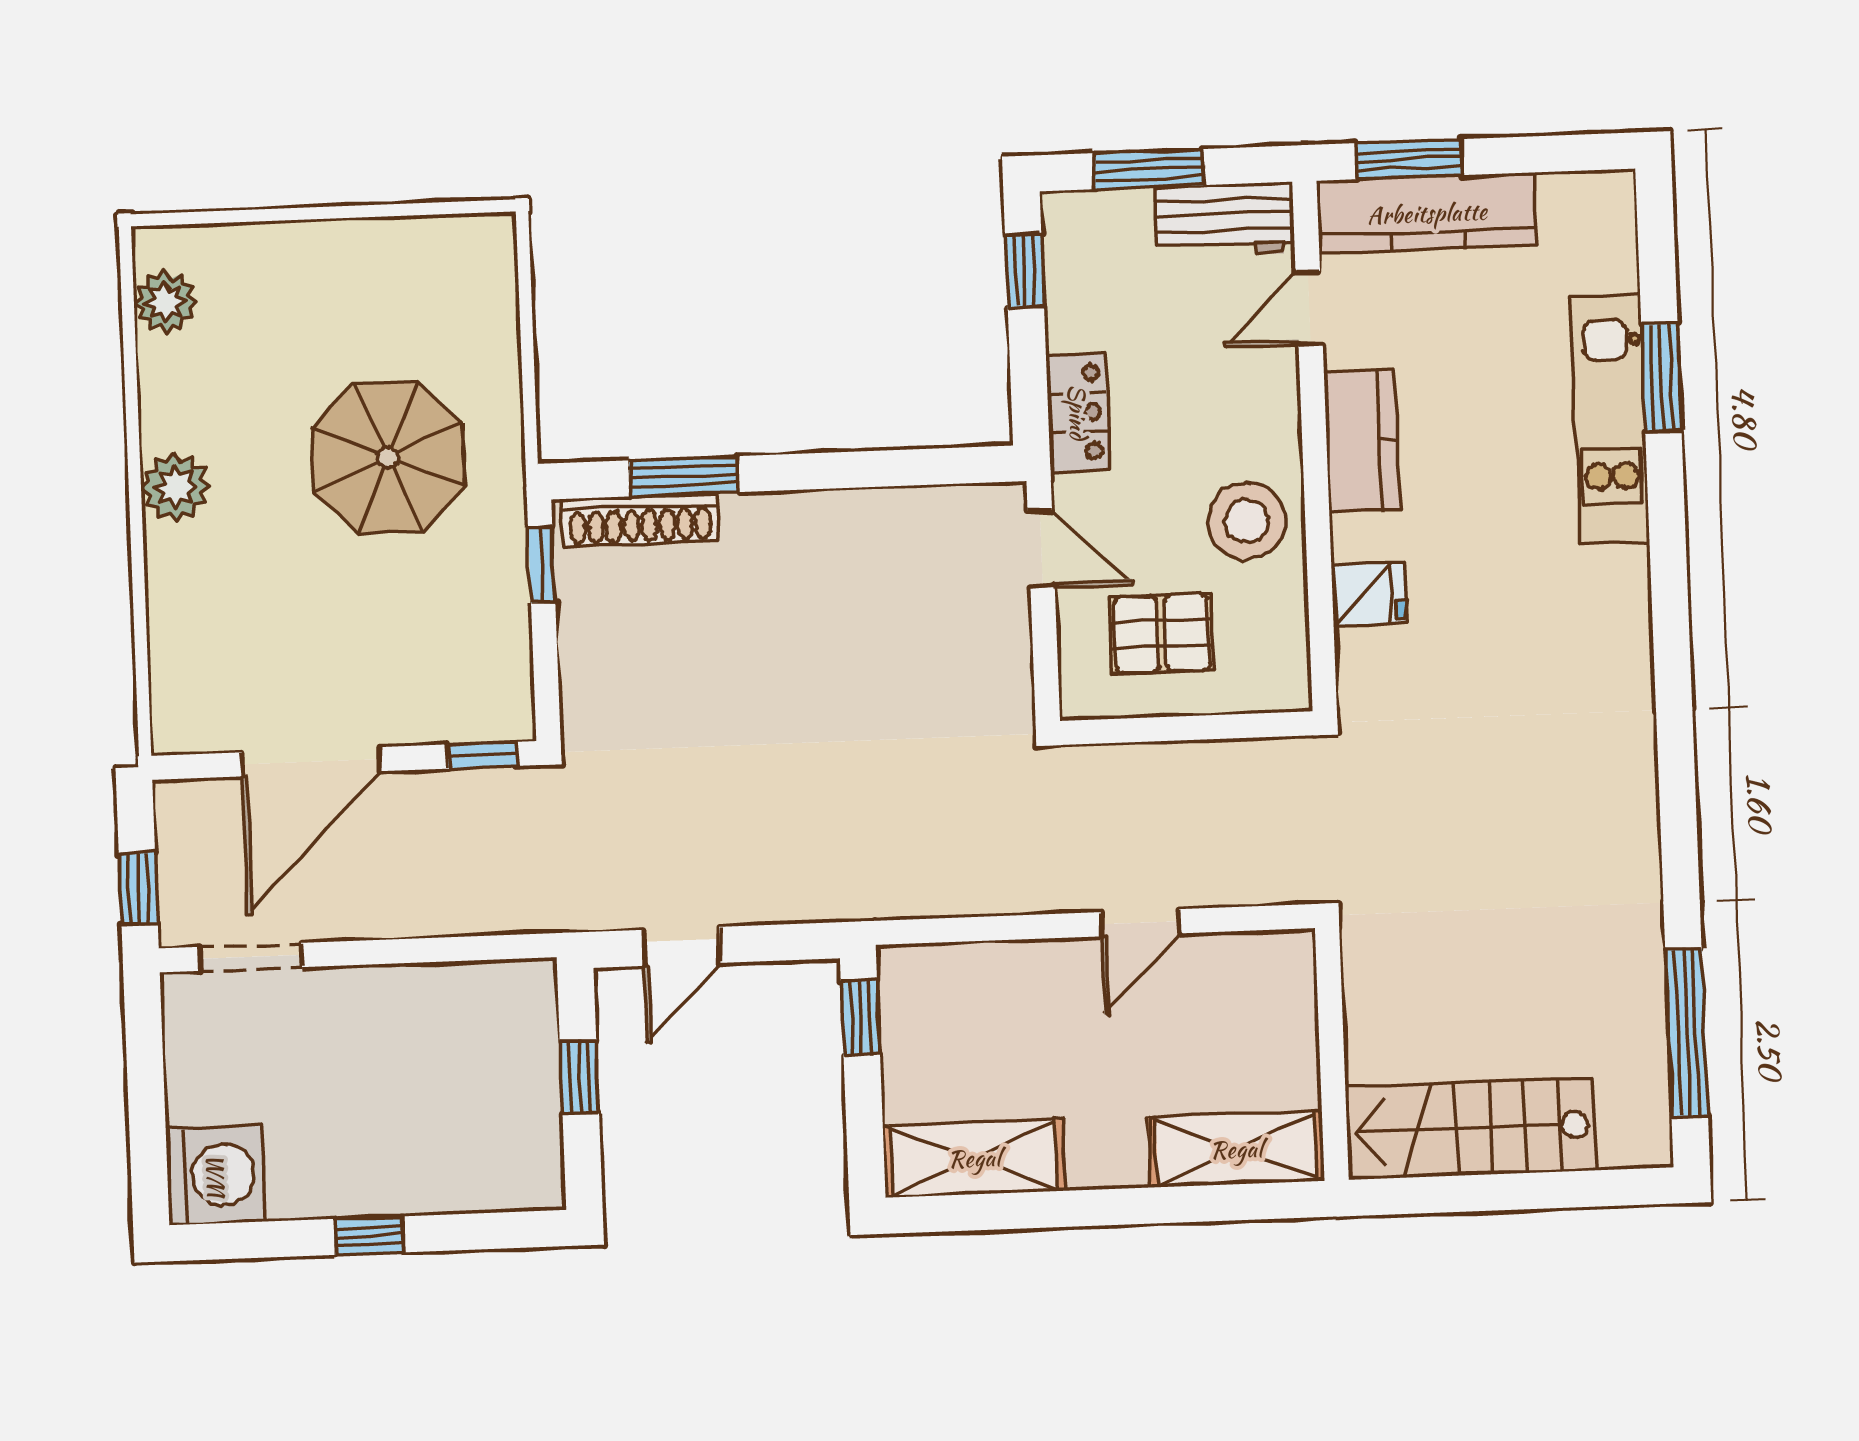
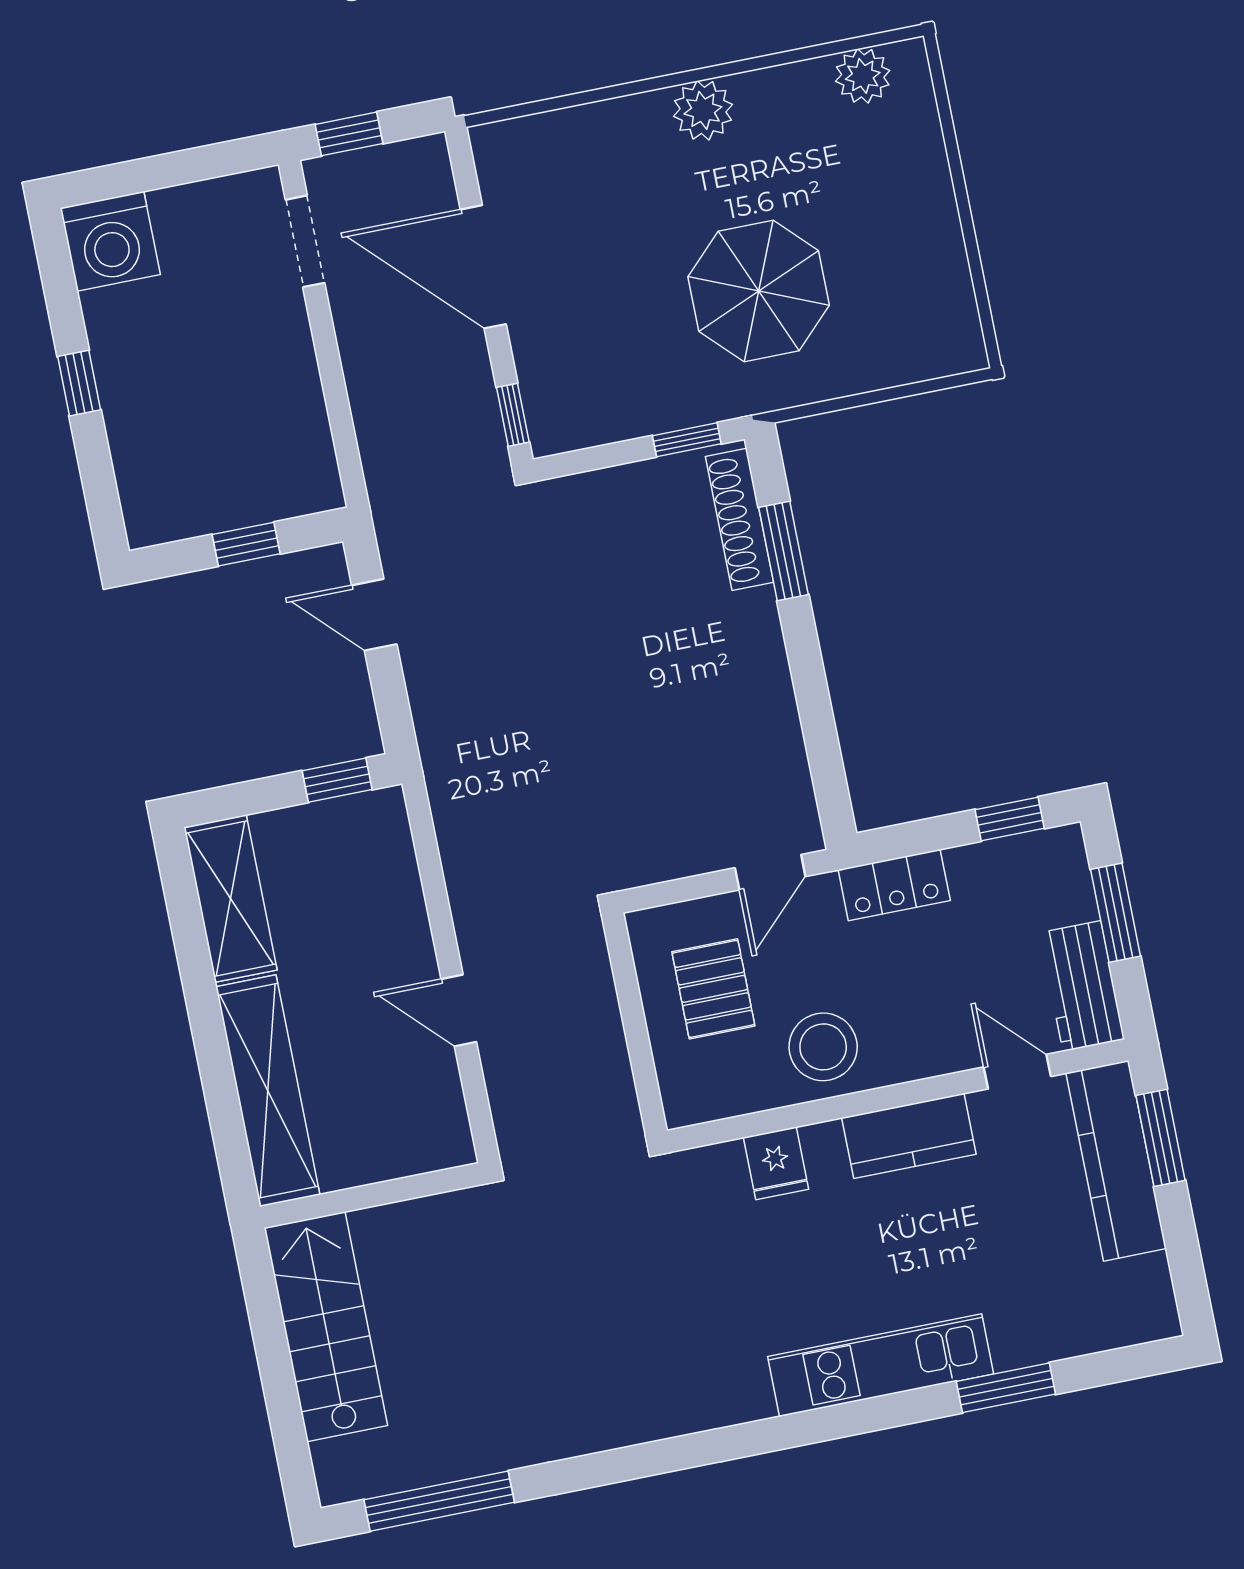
kitchen unit: (1610, 419) -> (881, 1365), moved
shelving: (1236, 1149) -> (268, 1091), width x1.47

